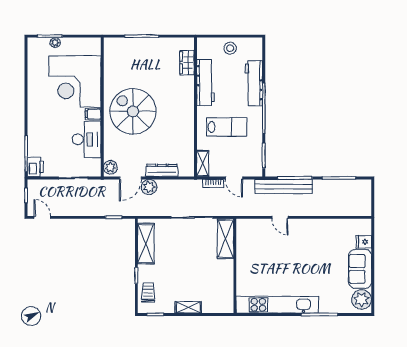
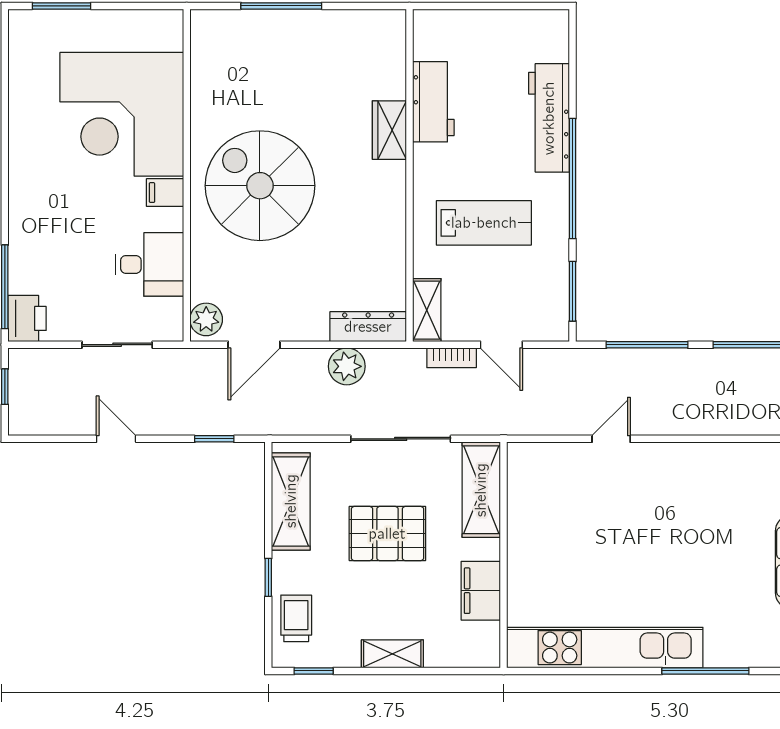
plant: (55, 43) -> (74, 21), removed
stool: (230, 48) -> (492, 35), removed
wardrobe: (187, 63) -> (389, 130), moved
workbench: (205, 83) -> (433, 102), width x0.73
desk: (87, 139) -> (149, 264), width x0.73
dresser: (162, 170) -> (368, 327), moved
bench: (284, 186) -> (620, 365), removed
plant: (149, 187) -> (347, 366), moved
door: (42, 217) -> (116, 439), moved
door: (280, 217) -> (611, 439), swing flipped
pallet: (186, 257) -> (387, 534), added
filing cabinet: (225, 281) -> (481, 591), added

